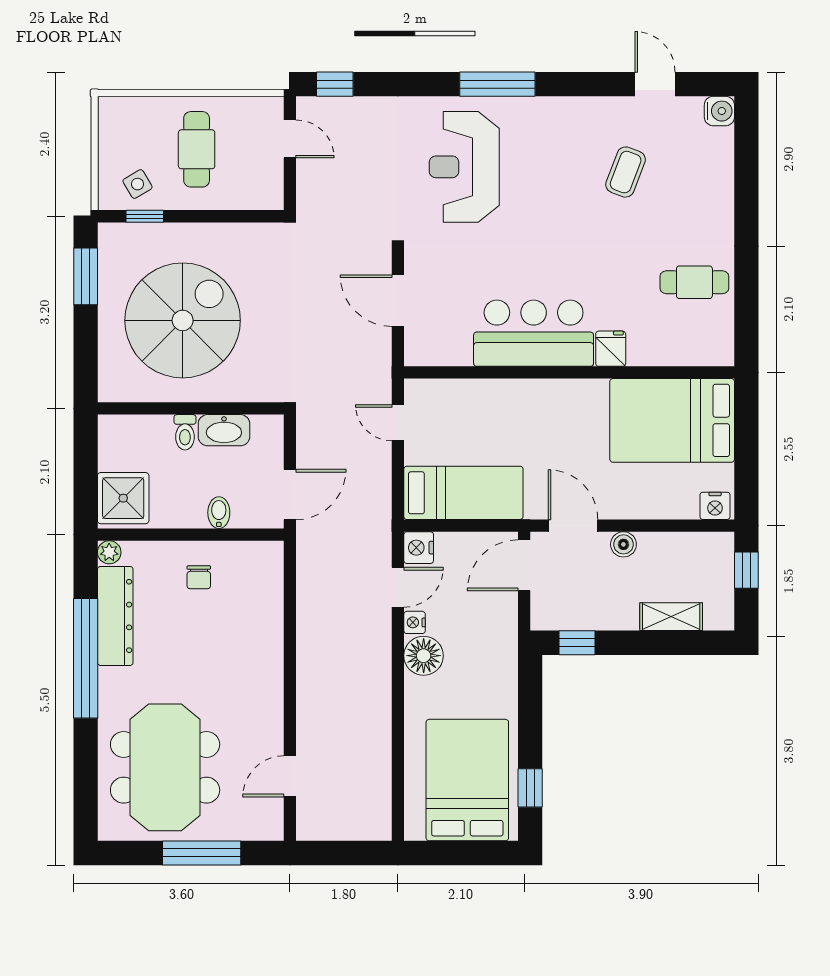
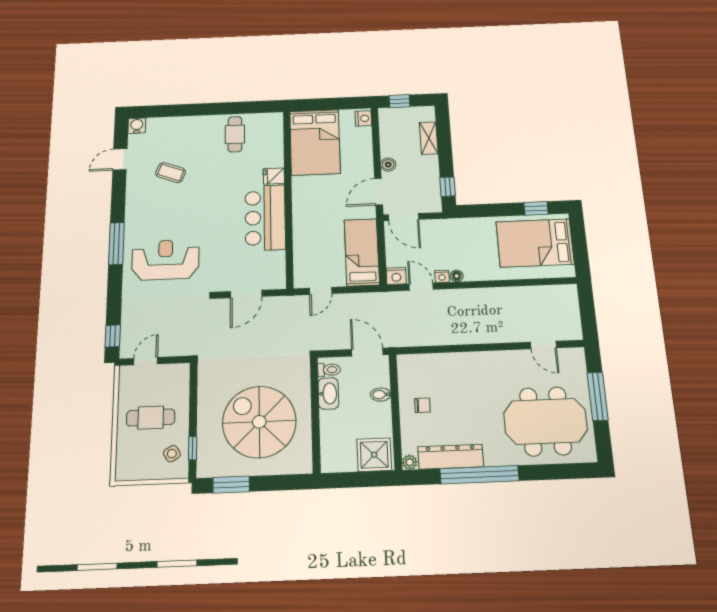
reception desk: (464, 167) -> (165, 260), turned 180
toilet: (185, 432) -> (329, 370), moved
floor lamp: (424, 656) -> (457, 276), width x0.53, depth x0.53

